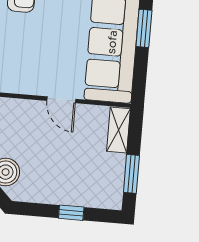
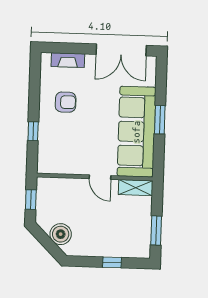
shelving: (118, 130) -> (136, 188), moved, turned 90

